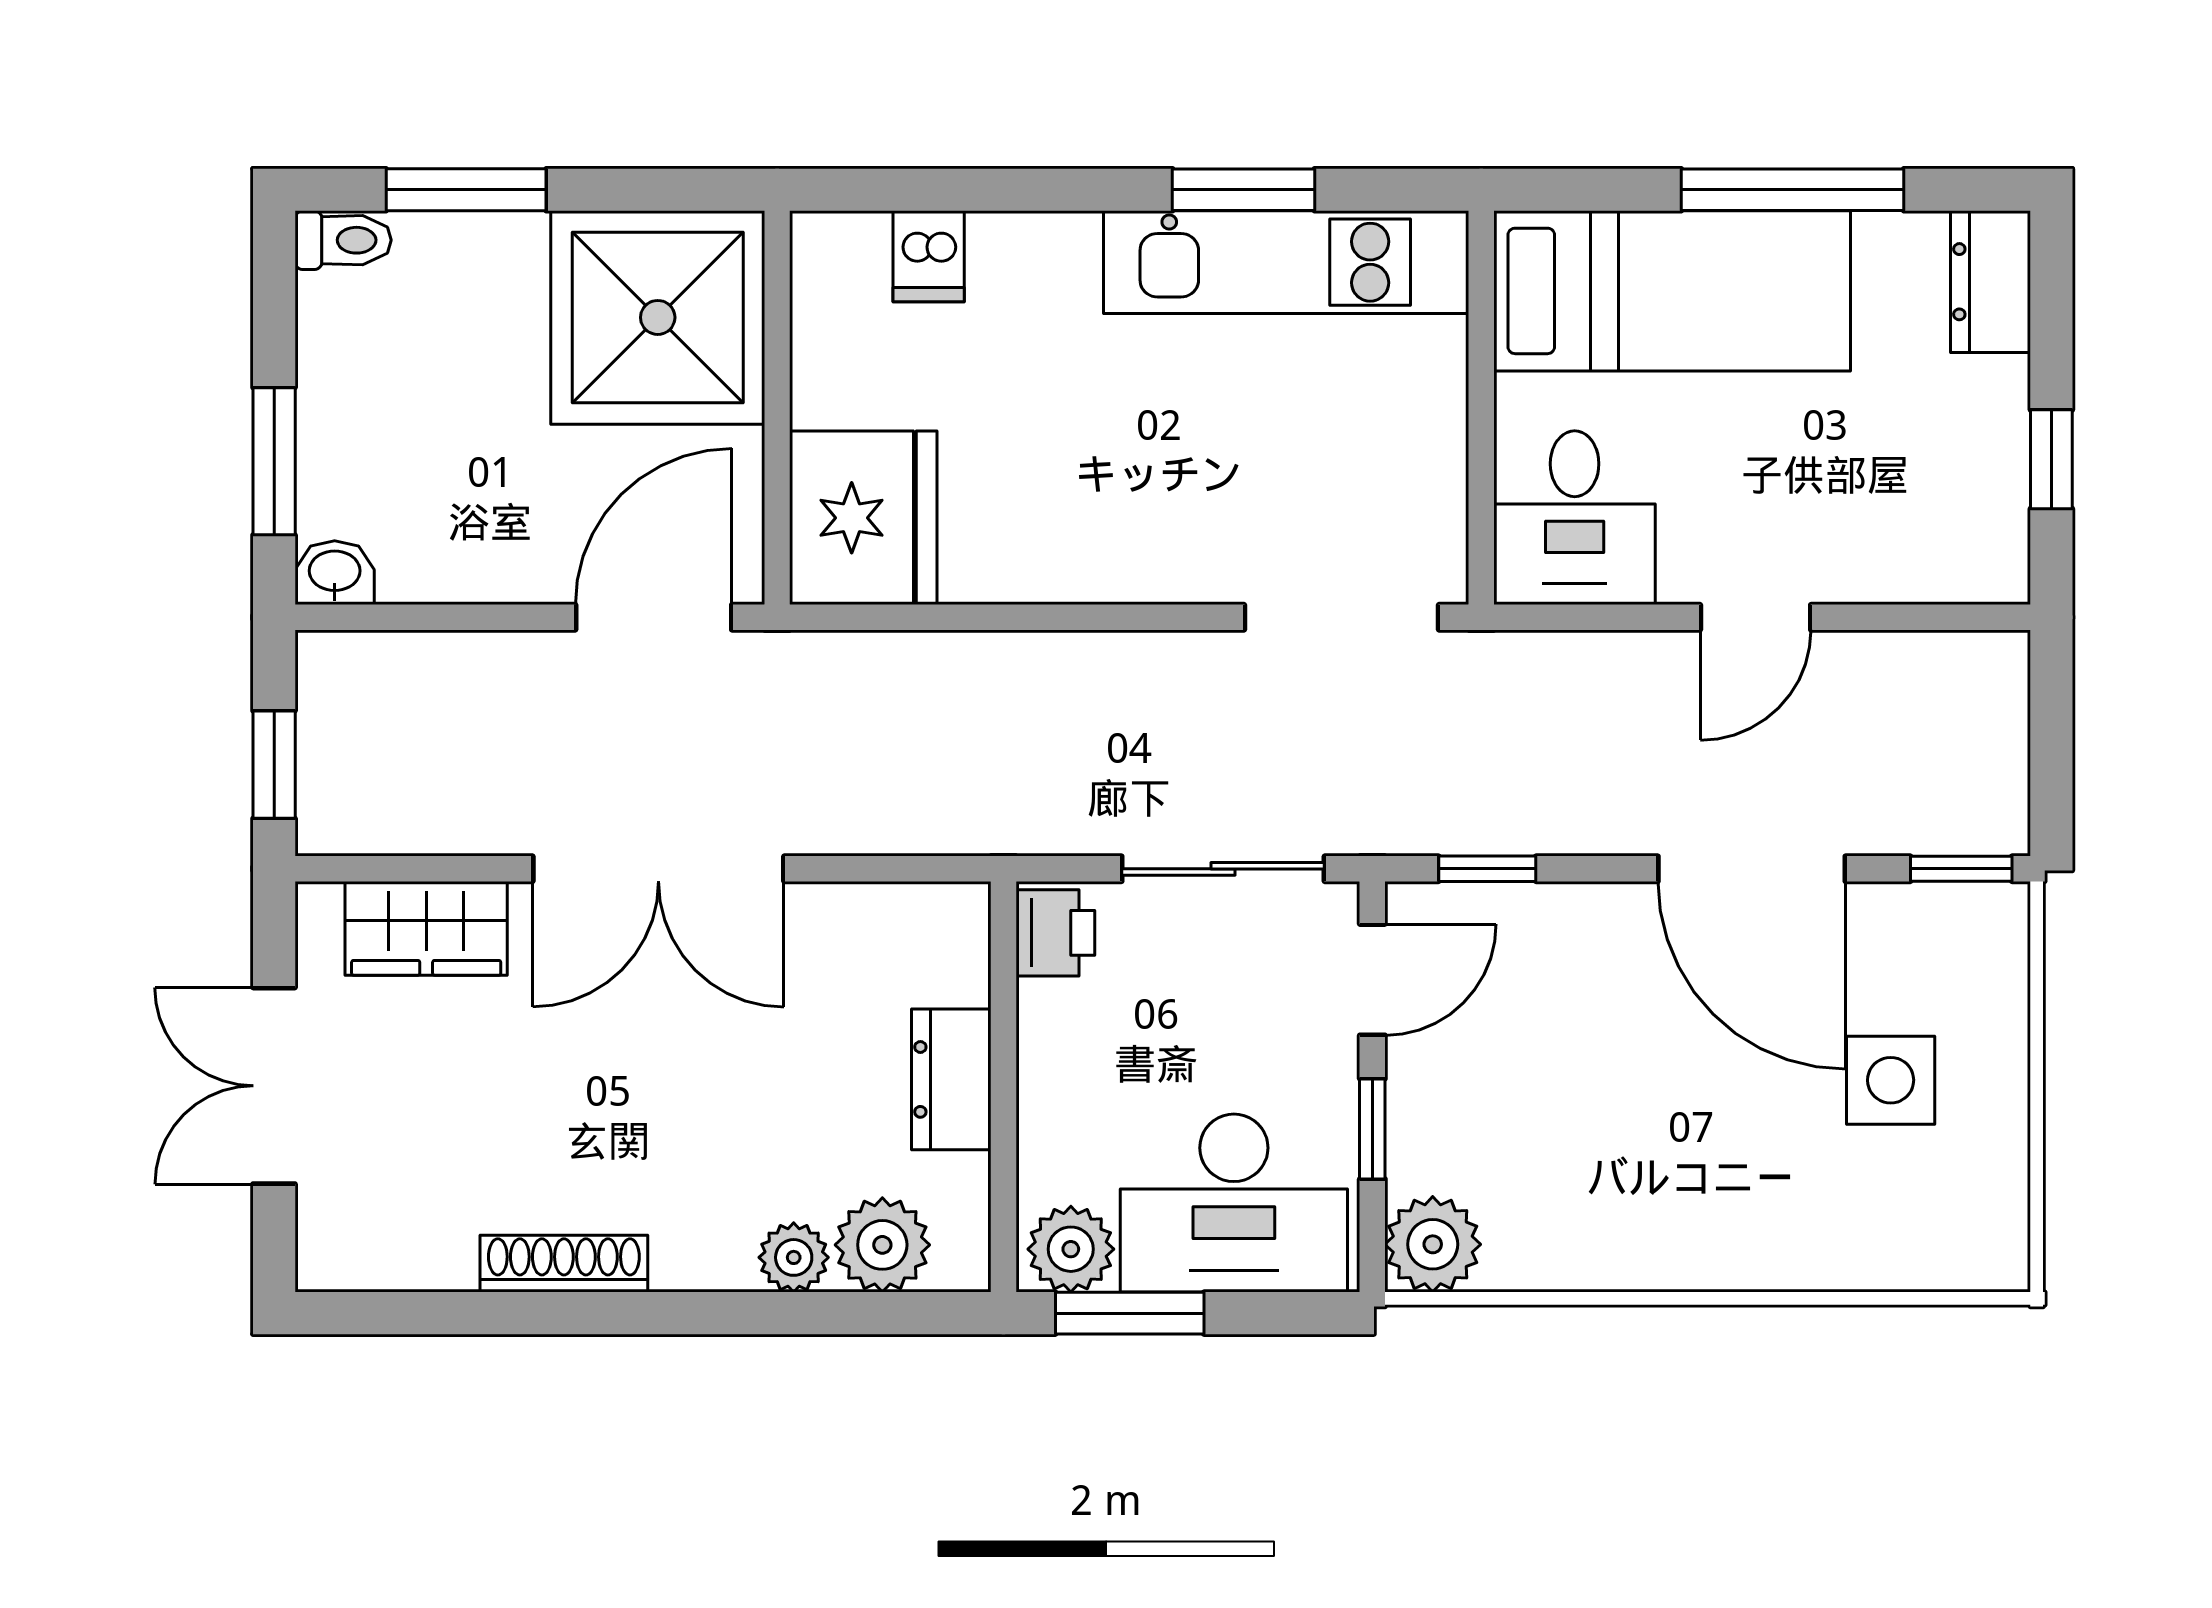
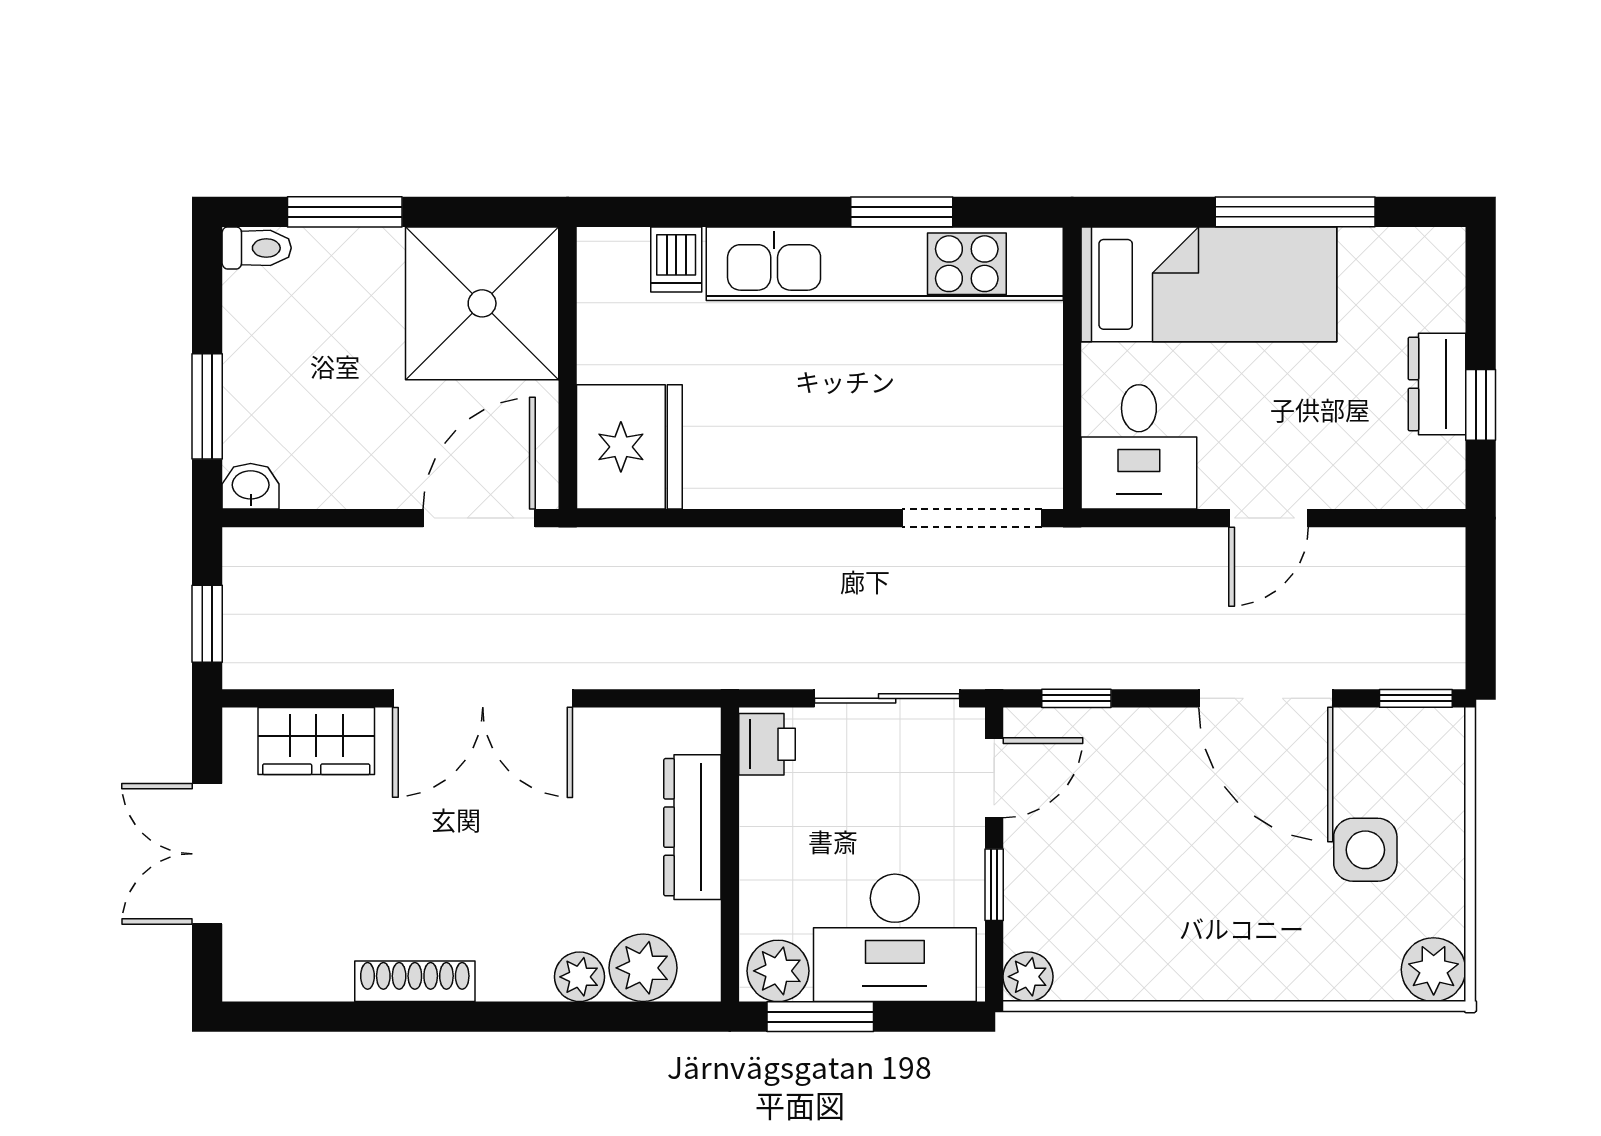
kitchen unit: (1286, 262) -> (885, 264), width x1.36
dresser: (1990, 282) -> (1437, 384), moved
dresser: (951, 1079) -> (692, 827), width x1.44
plant: (1433, 1244) -> (1028, 977), width x0.73, depth x0.73
plant: (1986, 1247) -> (1434, 970), added

